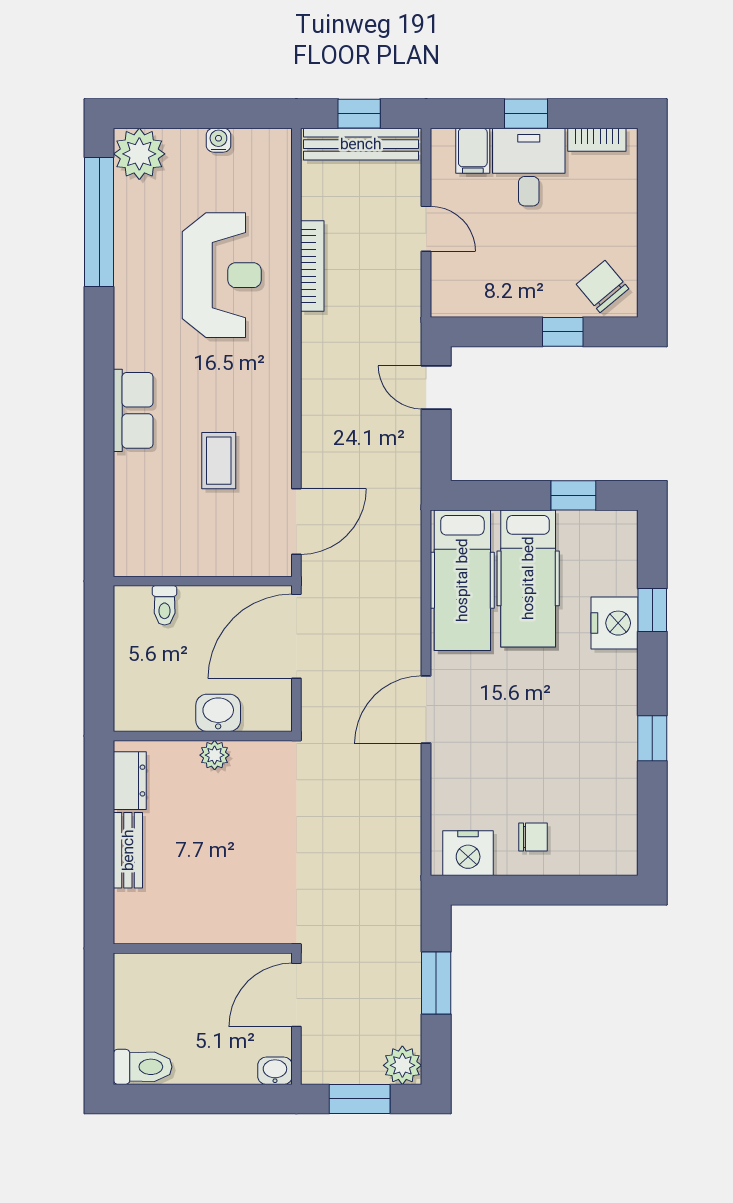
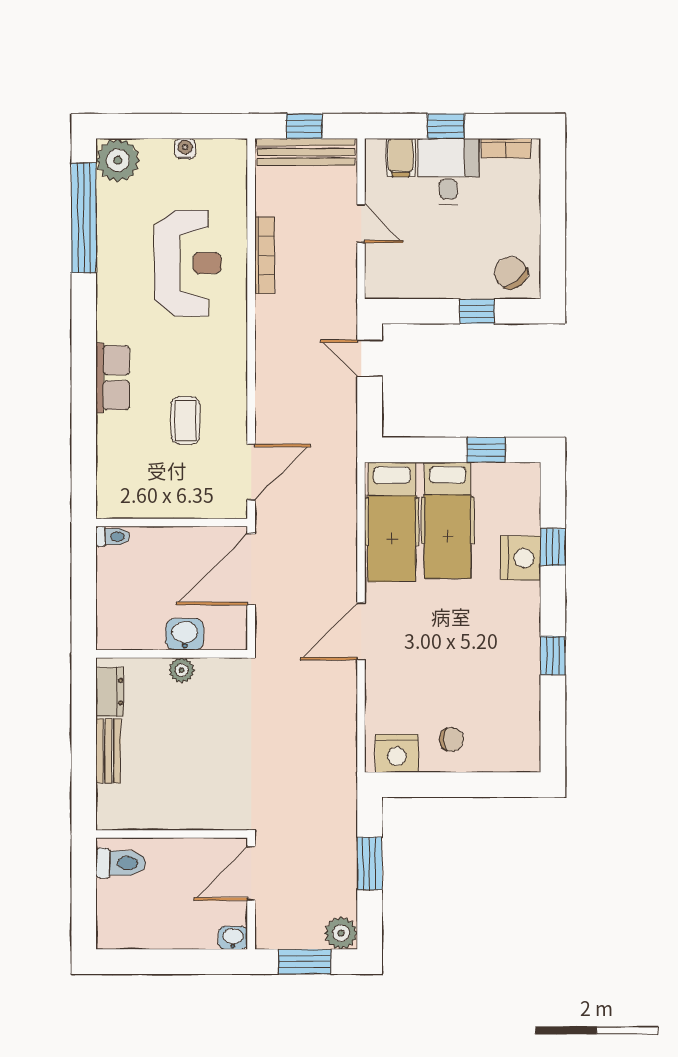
toilet: (165, 605) -> (113, 537), moved, turned -90
toilet: (143, 1067) -> (121, 863), moved

